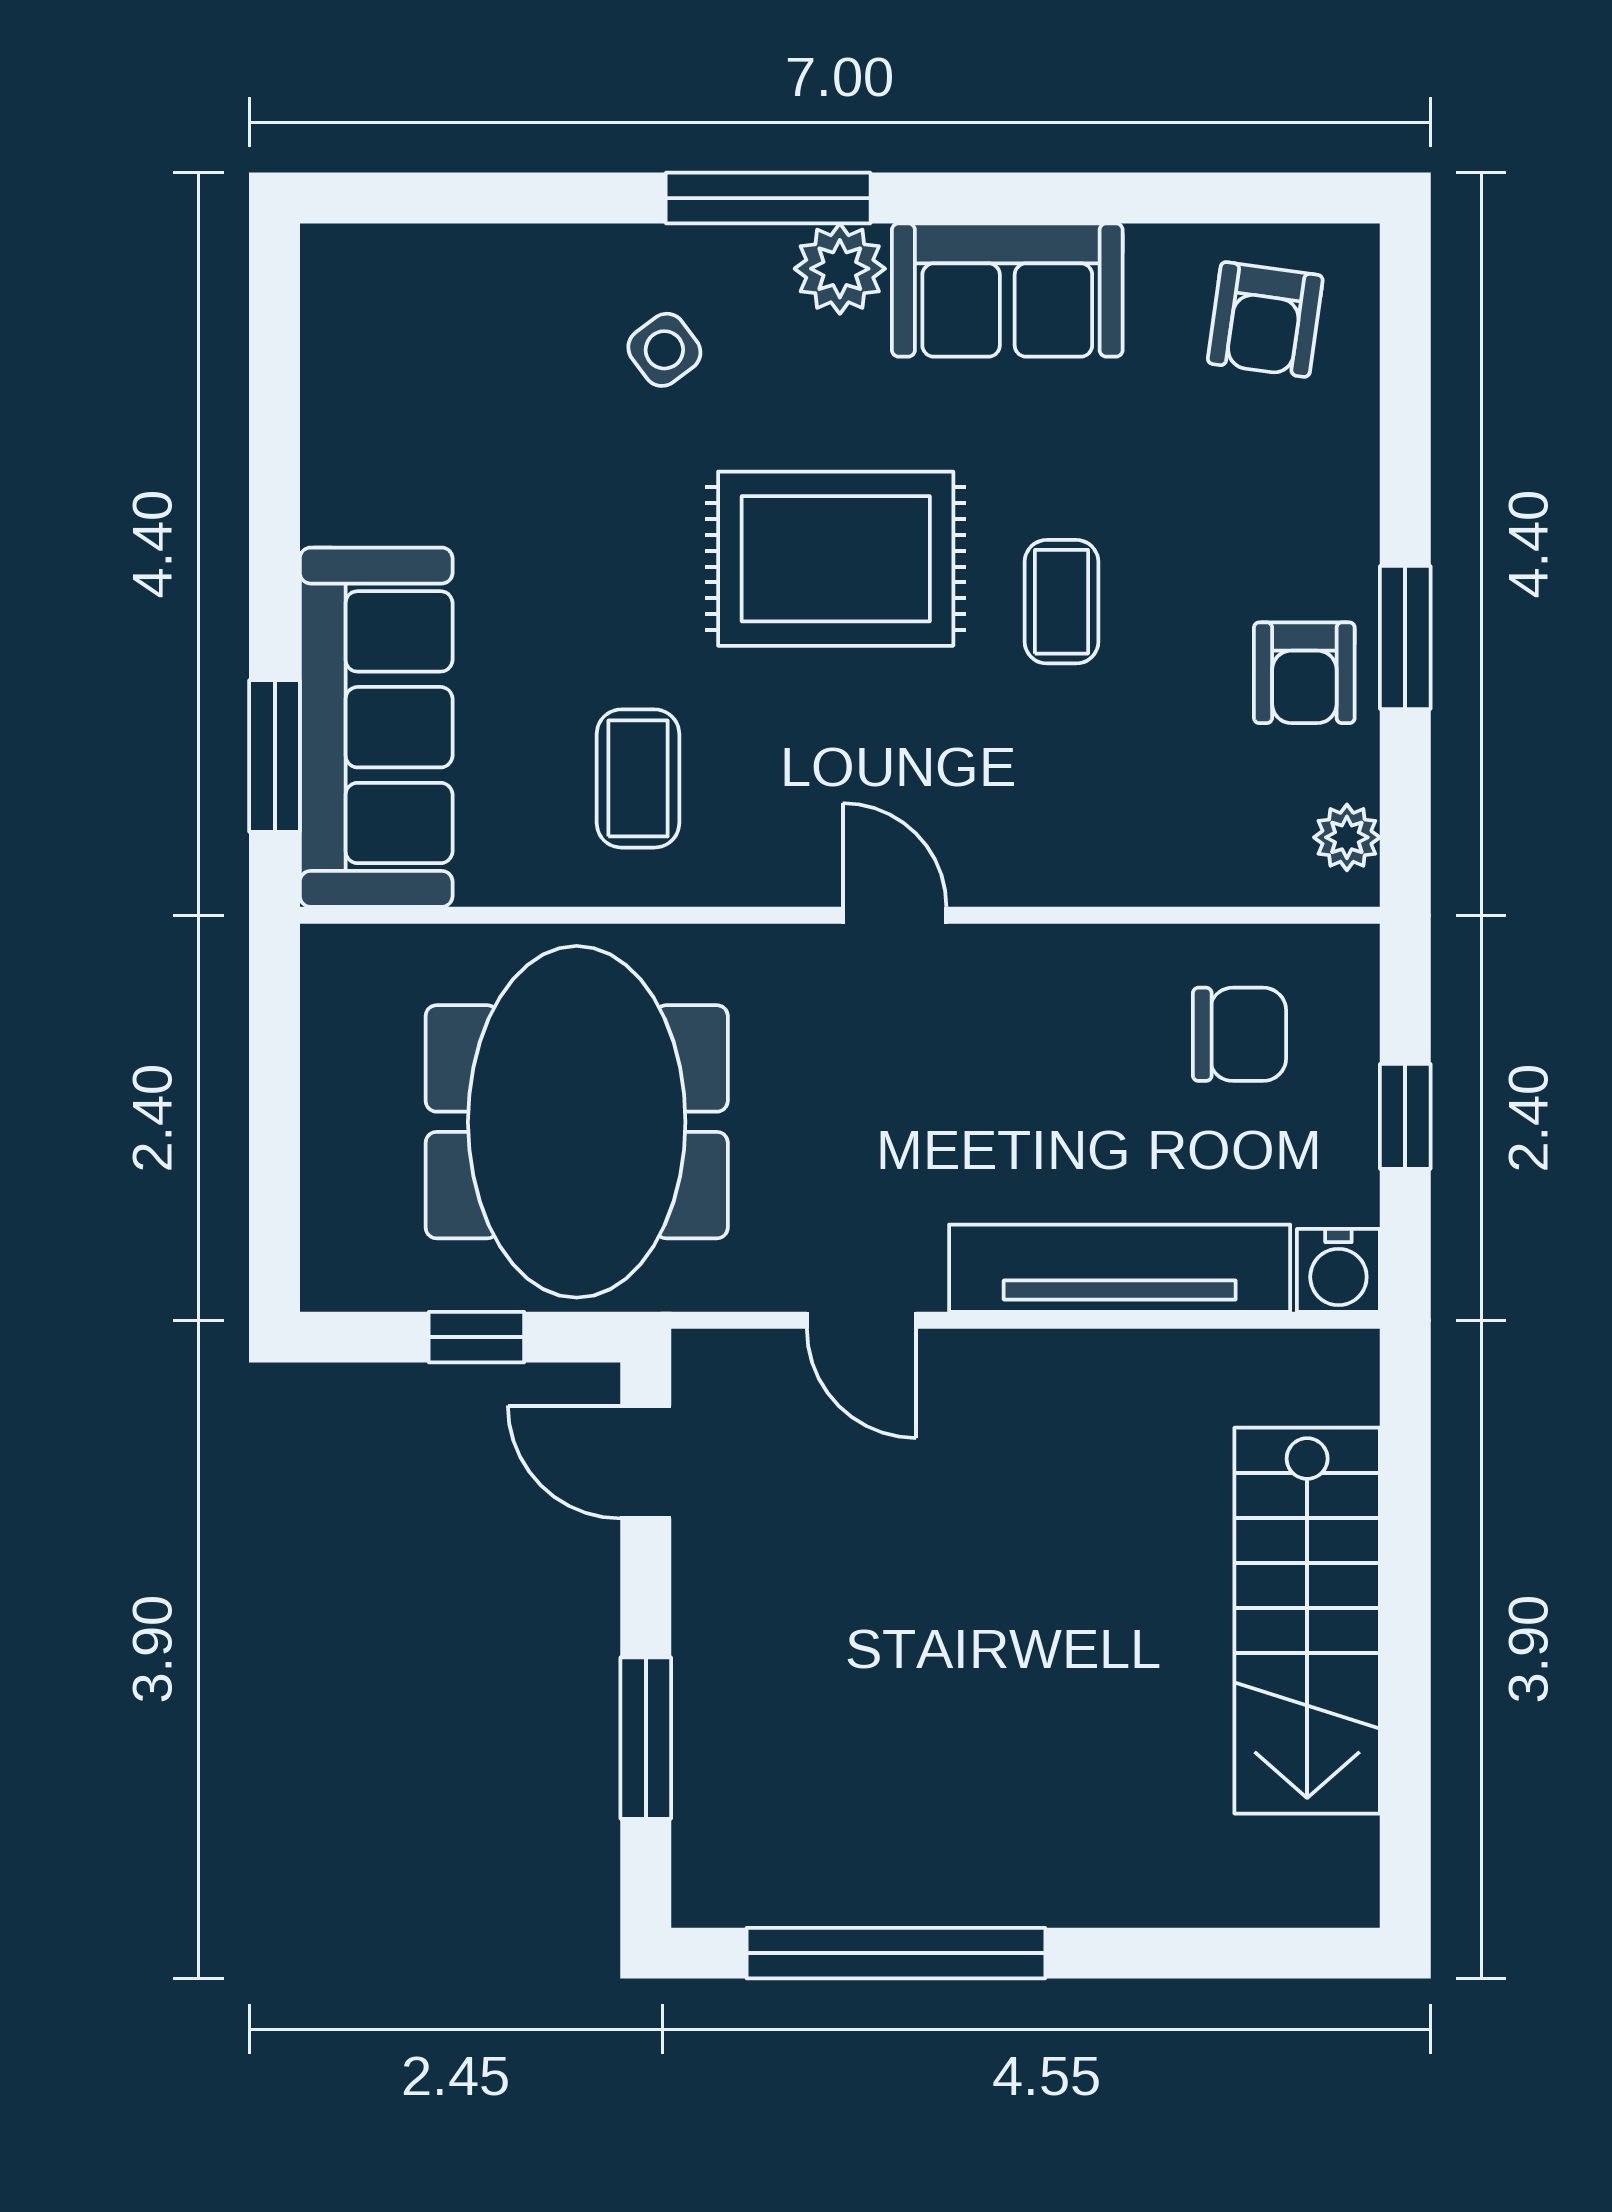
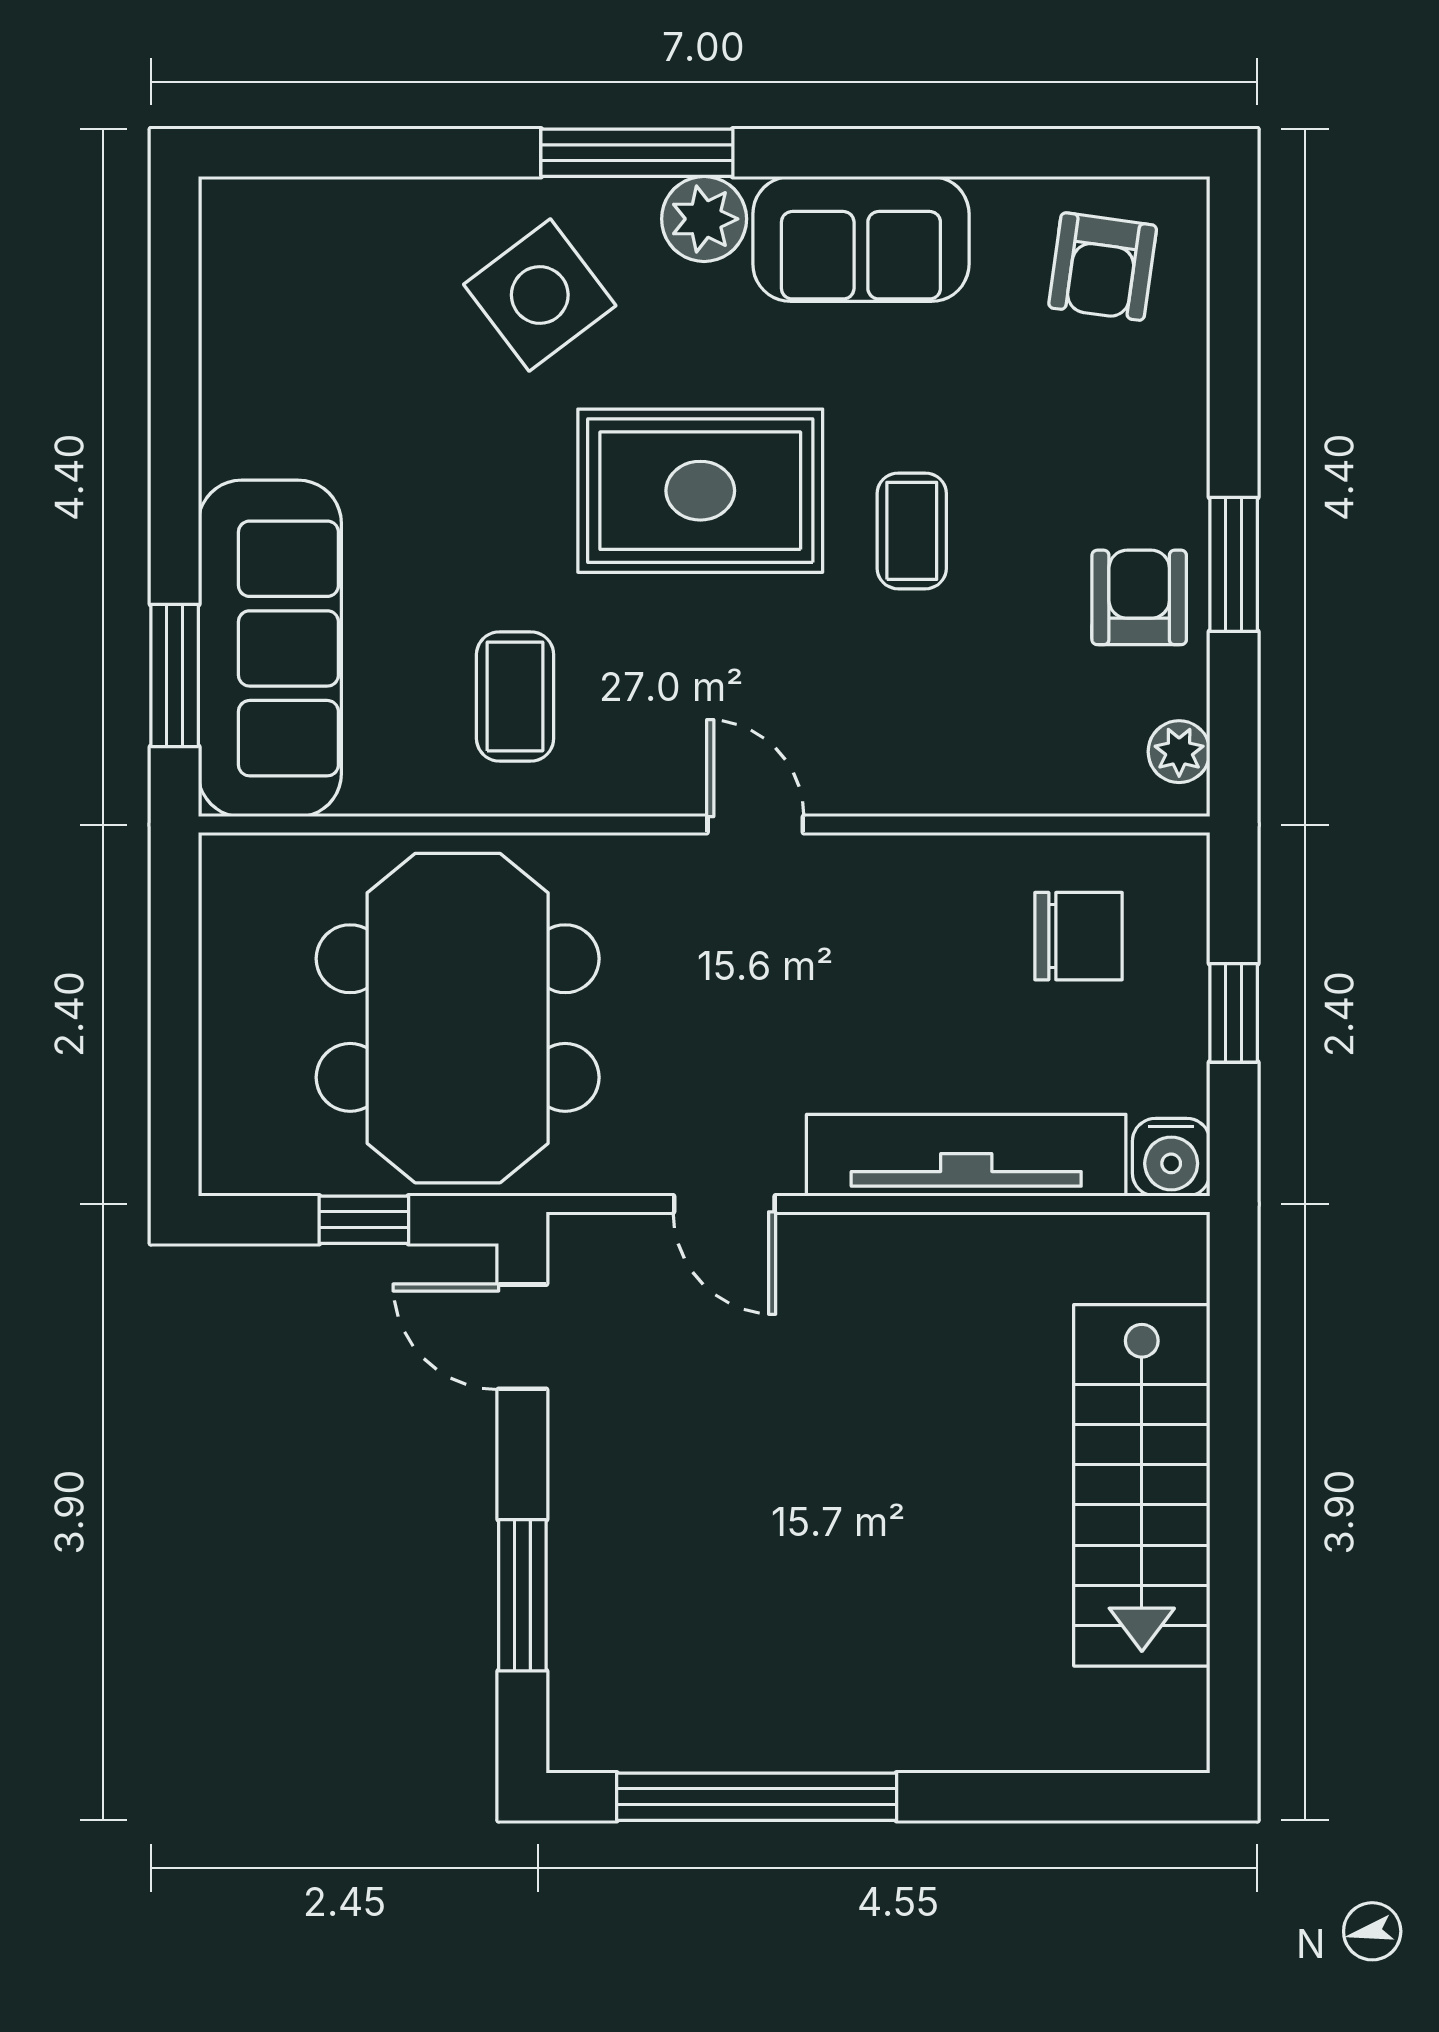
side table: (664, 350) -> (540, 295), width x1.87, depth x1.87
armchair: (1304, 673) -> (1139, 597), turned 180

